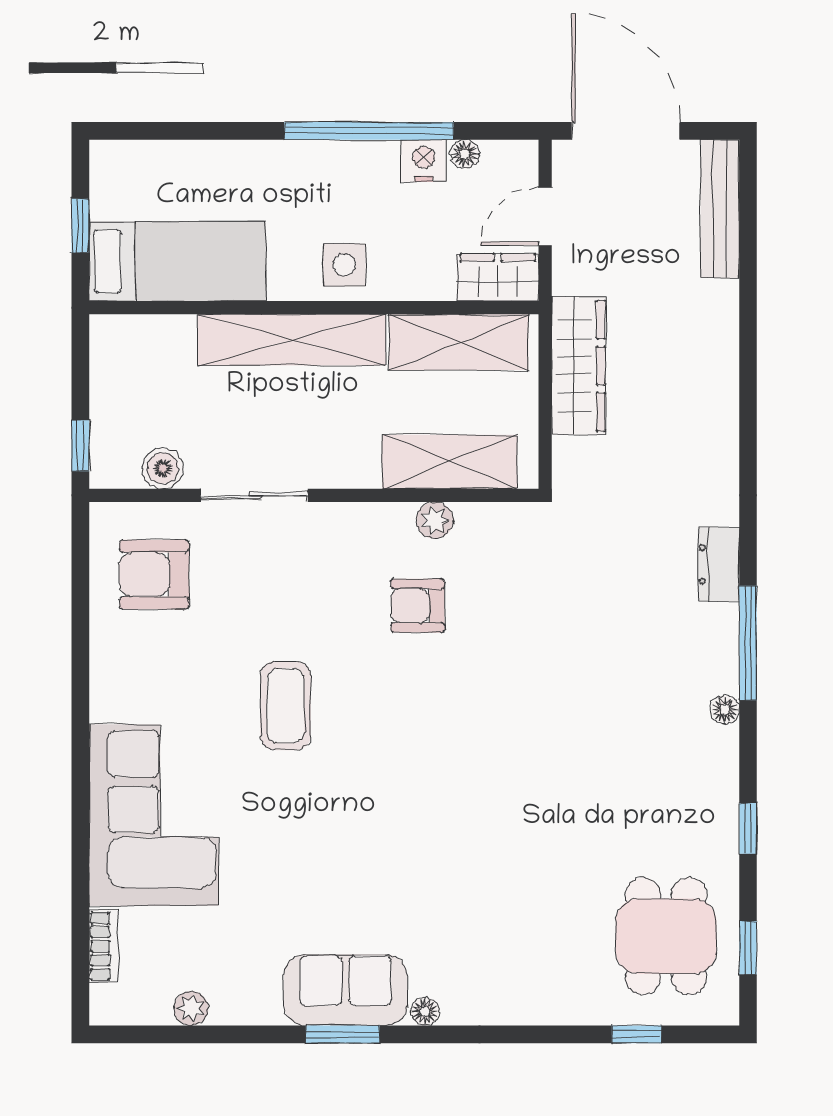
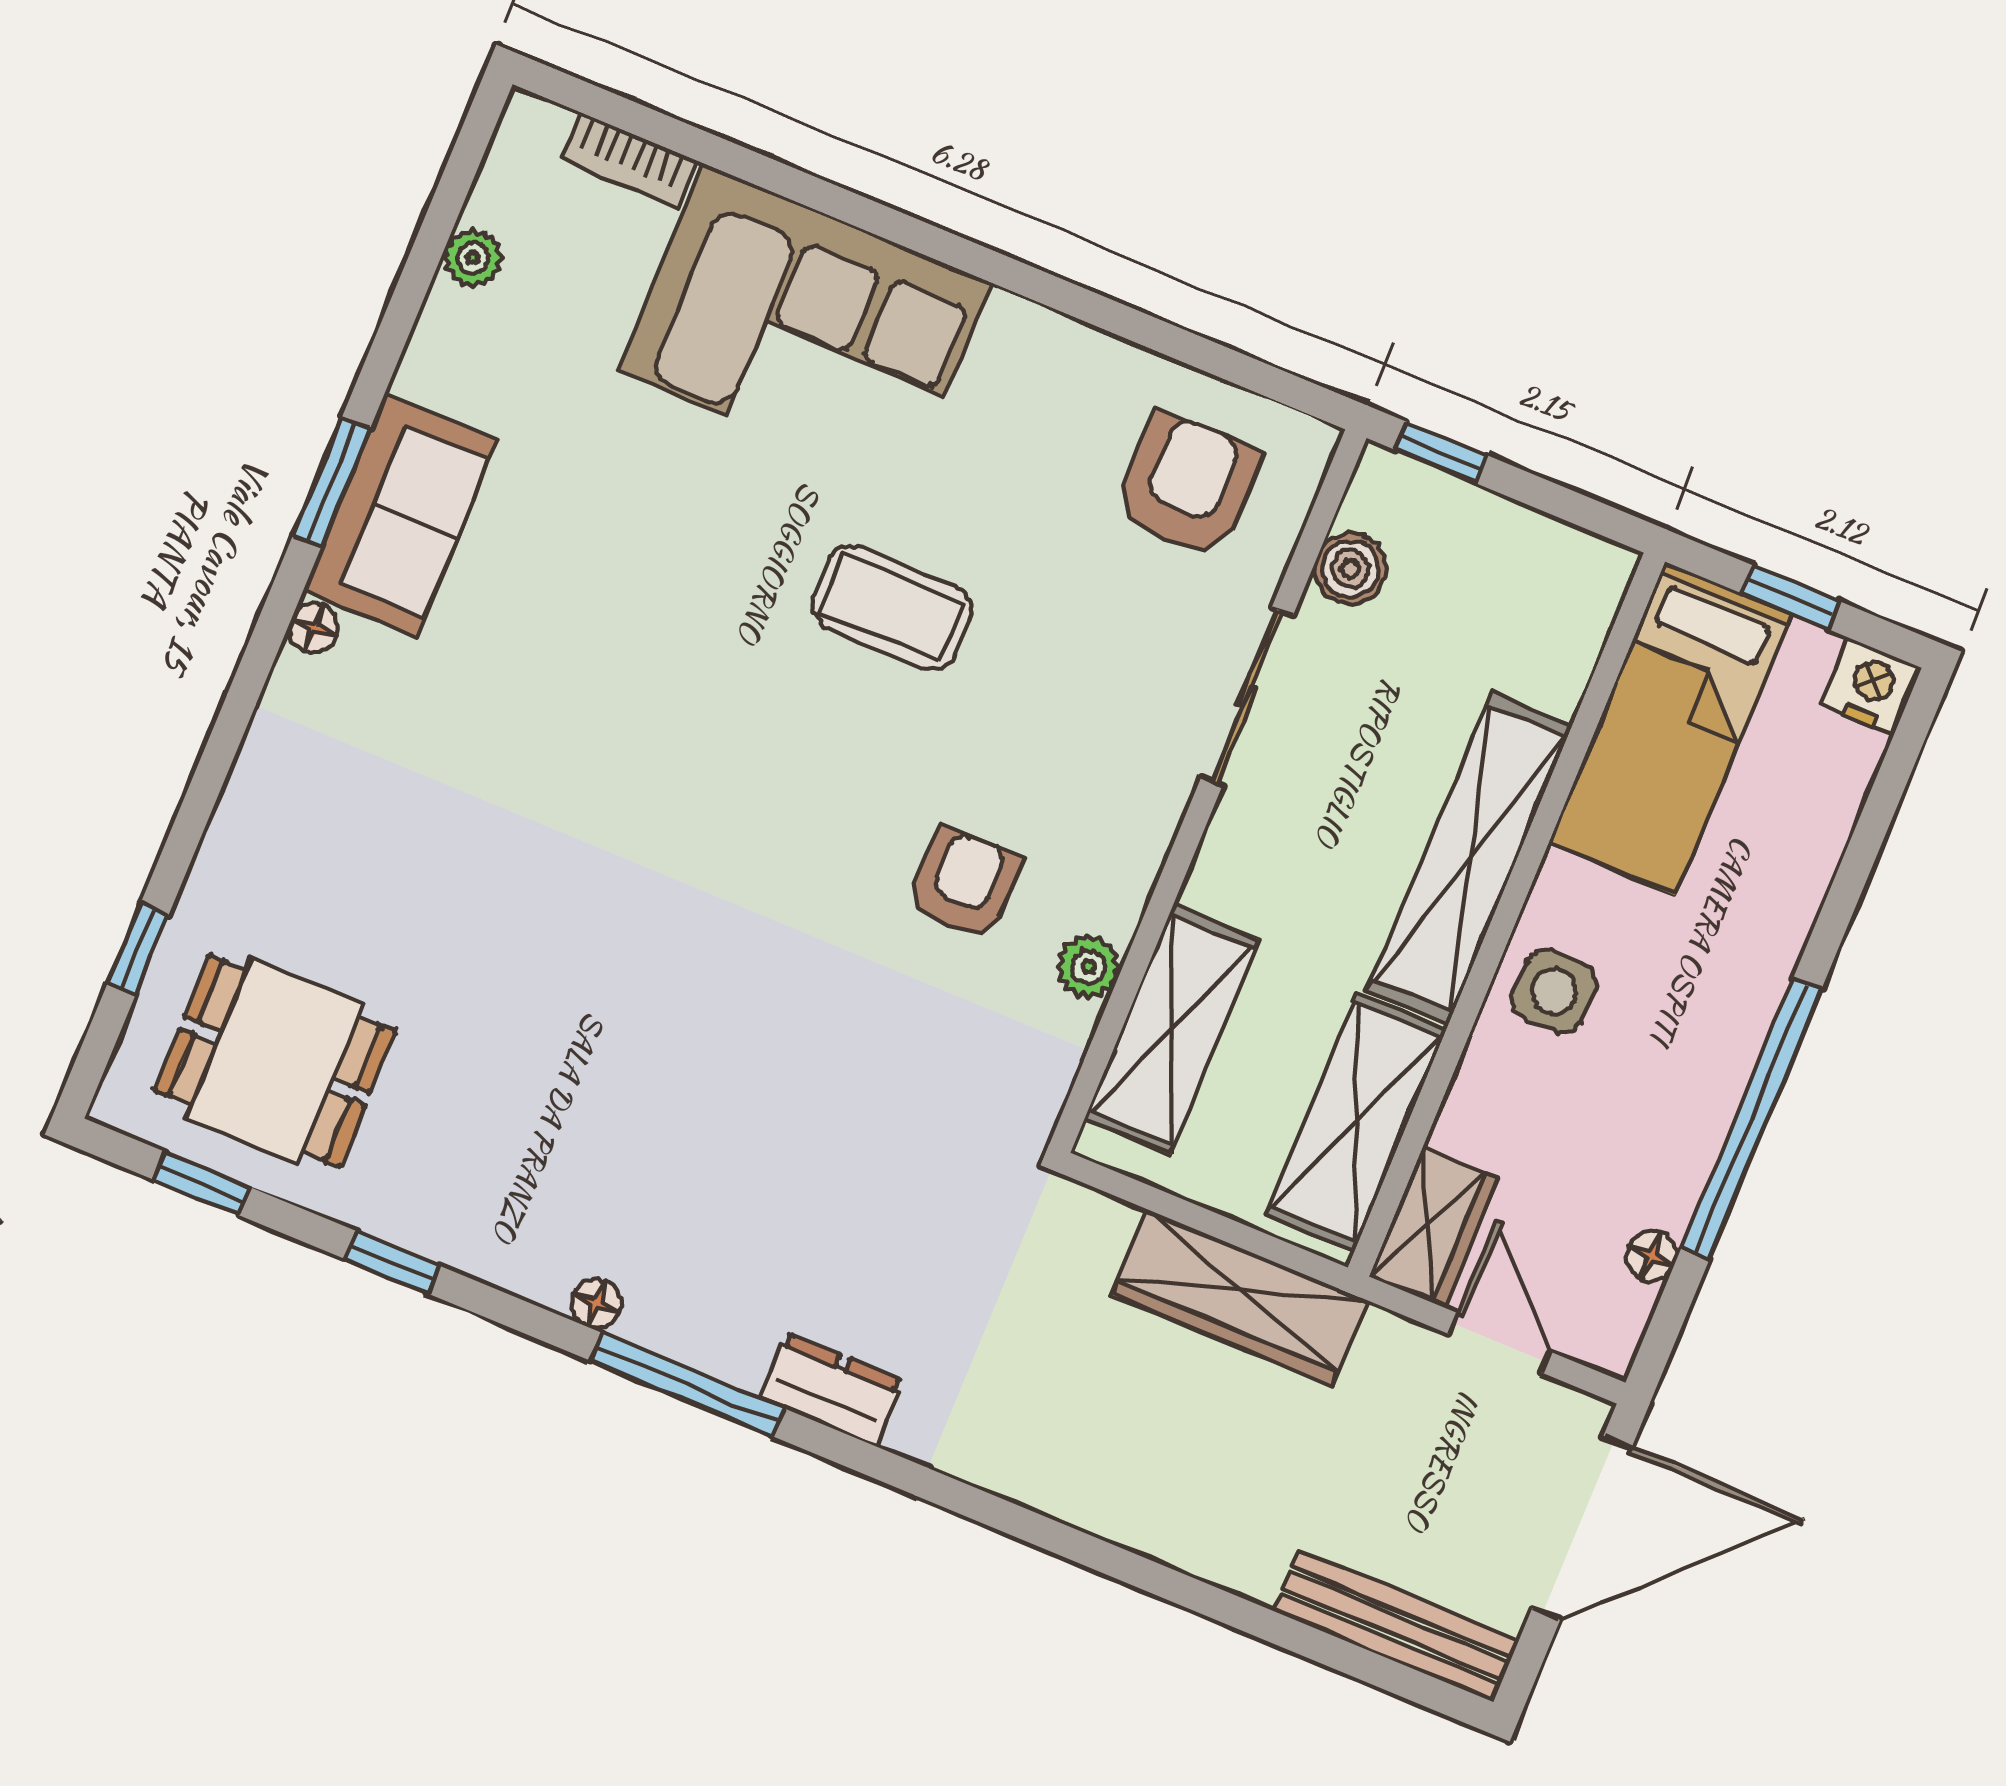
nightstand: (424, 161) -> (1871, 686), moved, turned -90

